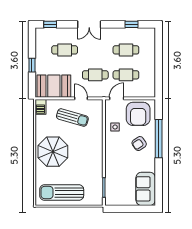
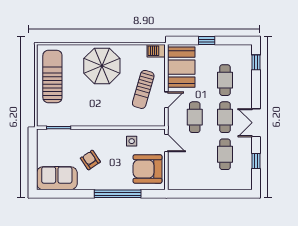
double door: (89, 24) -> (256, 123), moved
cafe table: (126, 75) -> (225, 117), moved
armchair: (139, 144) -> (90, 160), moved

